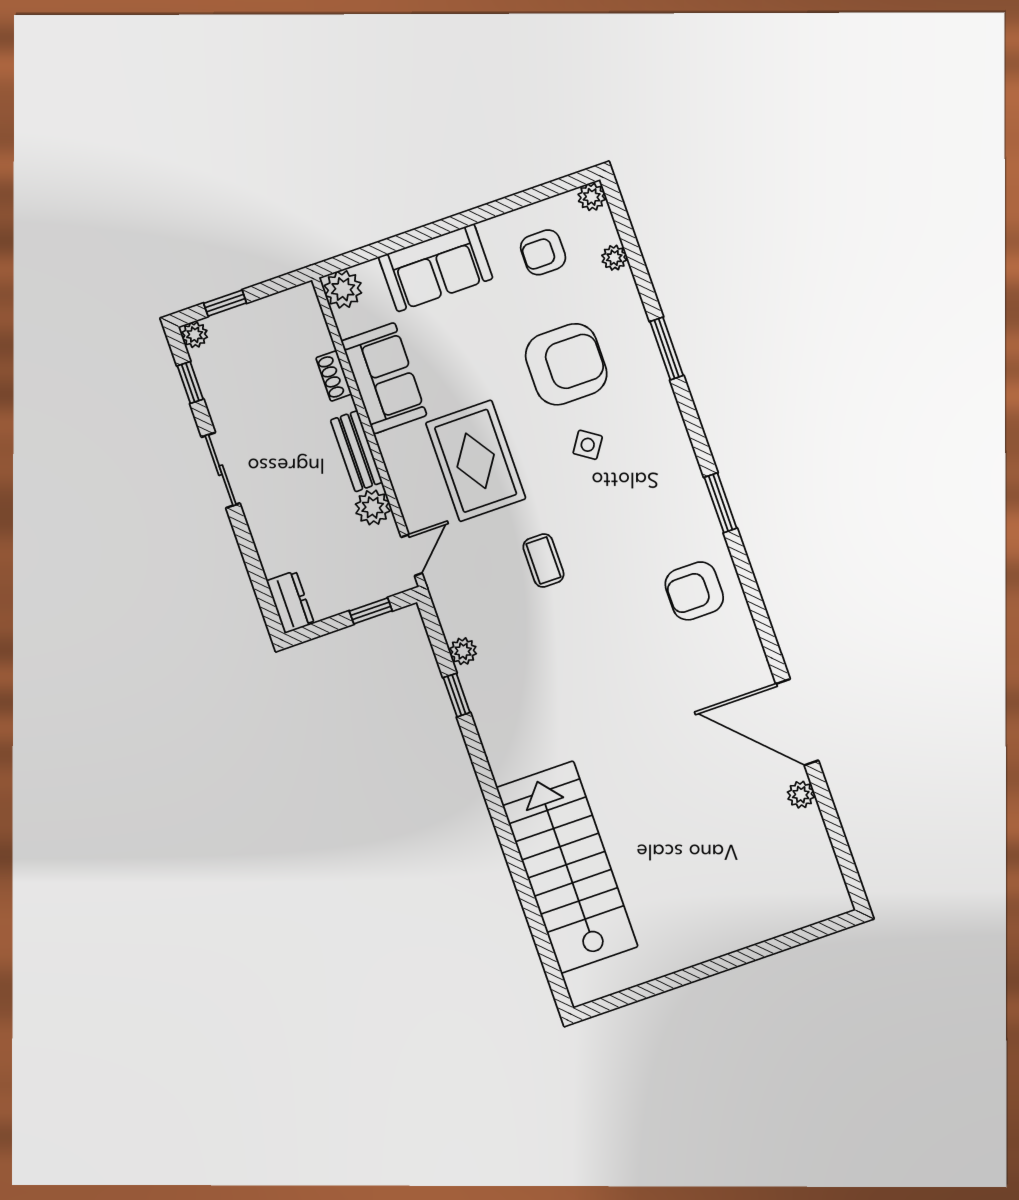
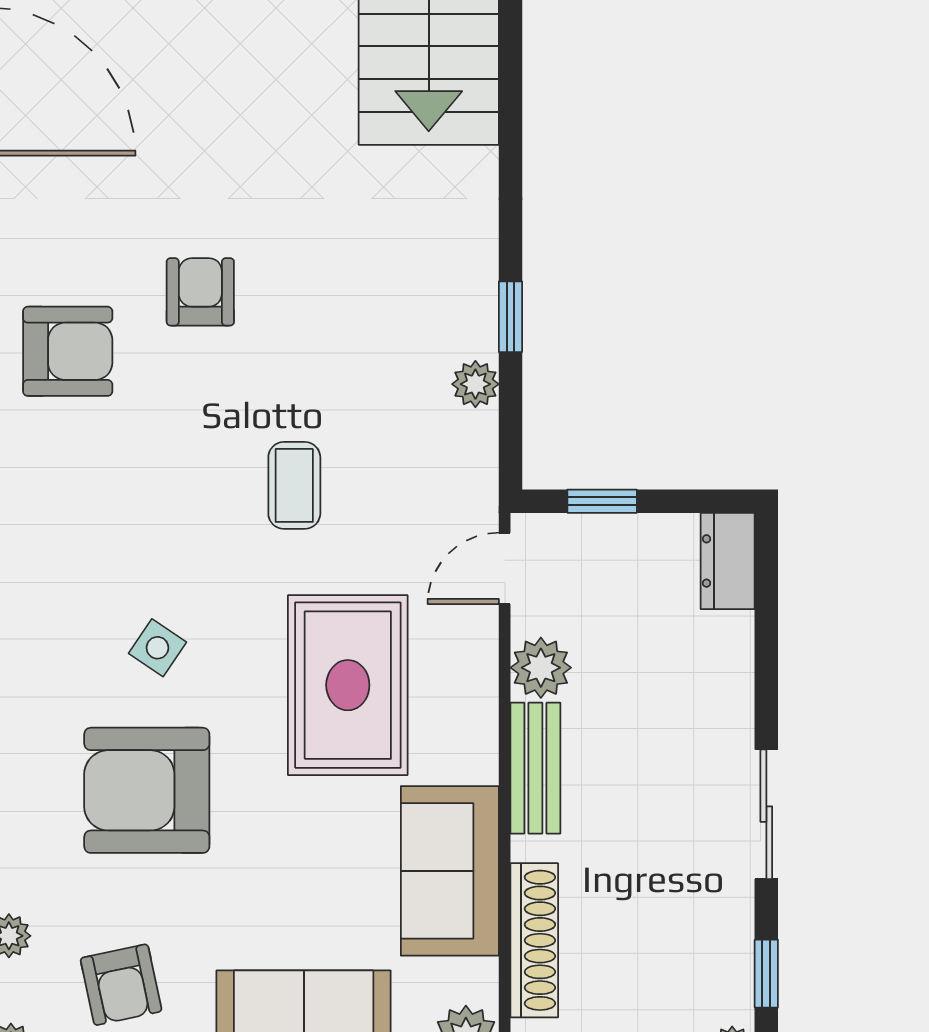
armchair: (543, 252) -> (121, 985), turned 78
shoe rack: (334, 376) -> (534, 940), width x1.94, depth x1.24
armchair: (632, 649) -> (200, 292), added

